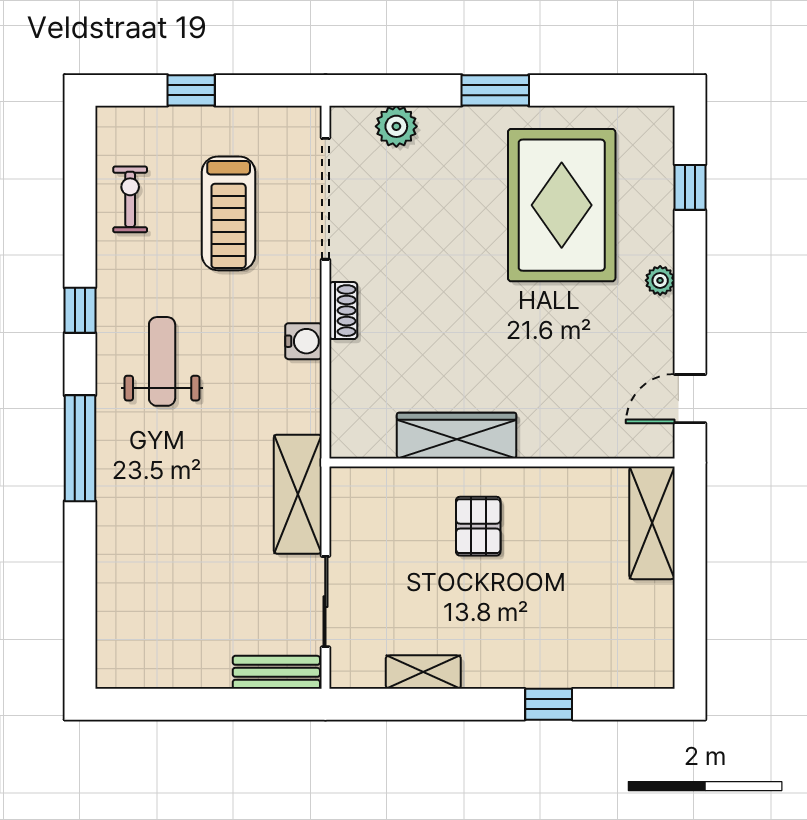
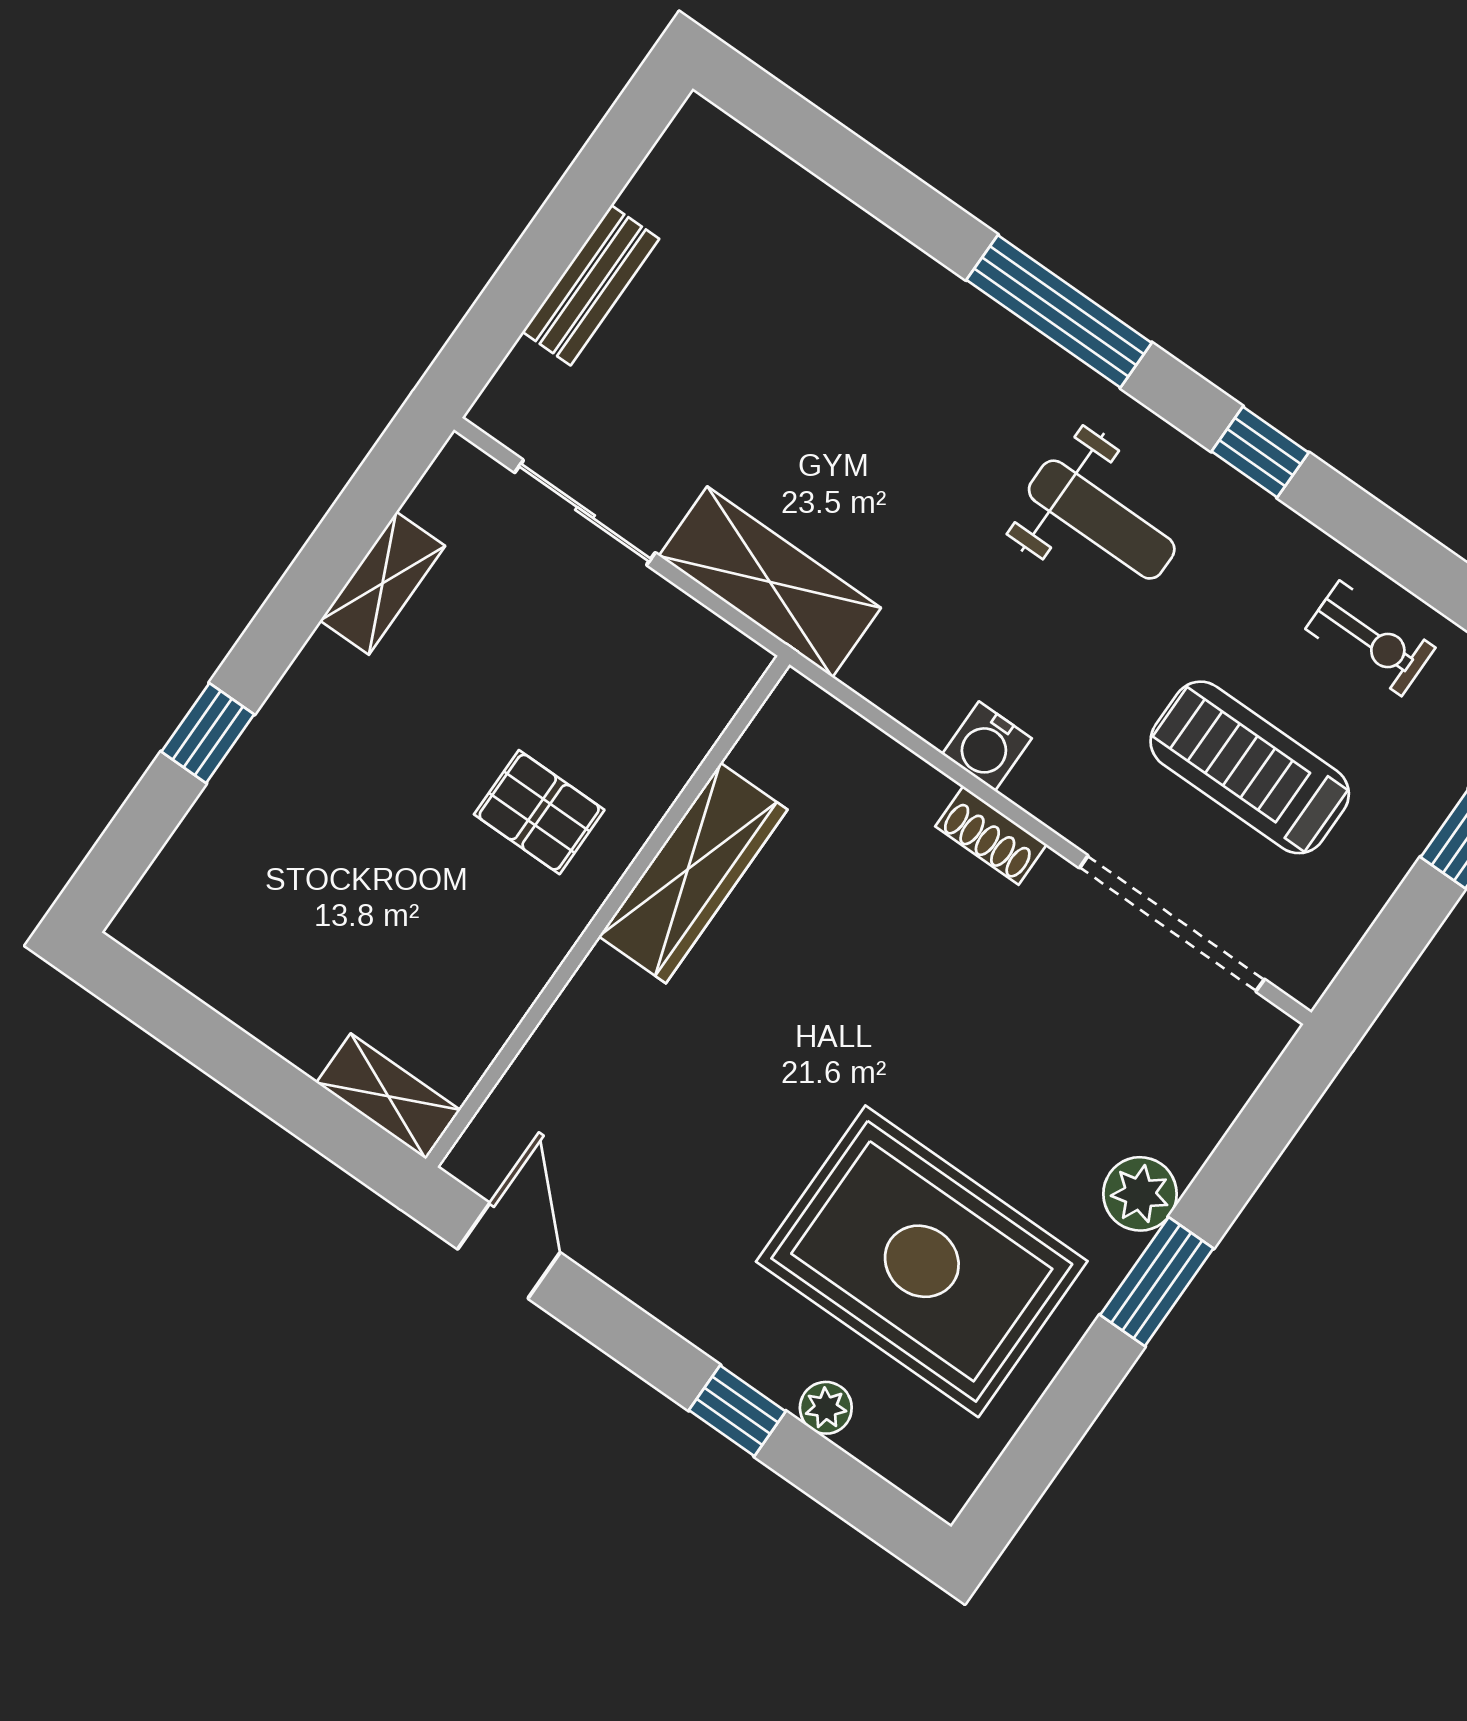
plant: (396, 126) -> (1140, 1194), moved
window: (690, 187) -> (737, 1411), moved
plant: (660, 280) -> (826, 1408), moved
shelving: (652, 523) -> (388, 1096), width x0.67, depth x0.75
bench: (276, 672) -> (591, 285), moved

